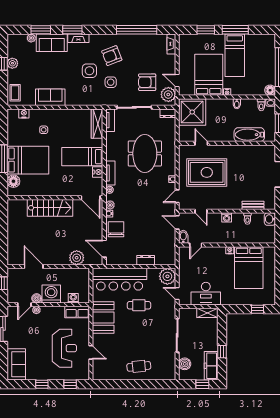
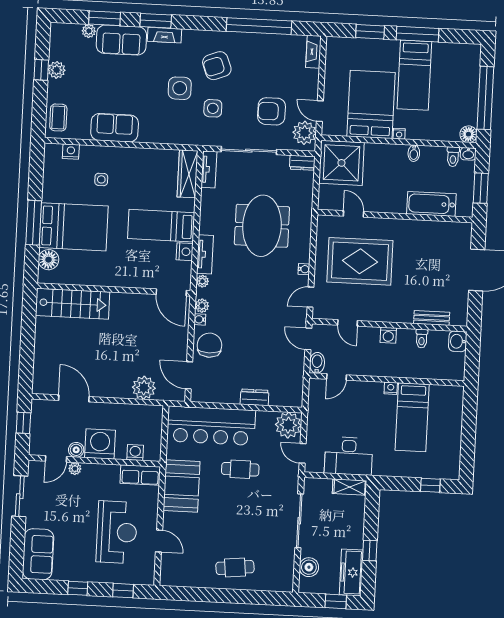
stairs: (50, 208) -> (73, 304), moved
bed: (249, 268) -> (412, 417), width x0.67

